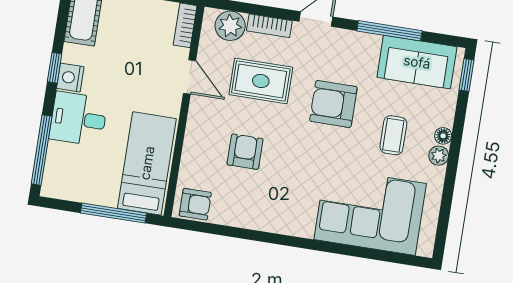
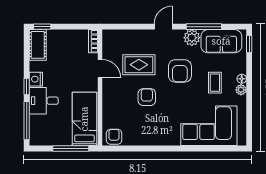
plant: (230, 26) -> (192, 38), moved
bookcase: (269, 26) -> (139, 34), removed
window: (55, 68) -> (27, 86), moved
armchair: (333, 104) -> (180, 71), turned -90
armchair: (245, 152) -> (147, 97), moved
armchair: (195, 204) -> (114, 137), turned -90

